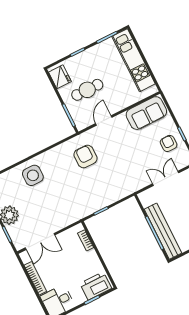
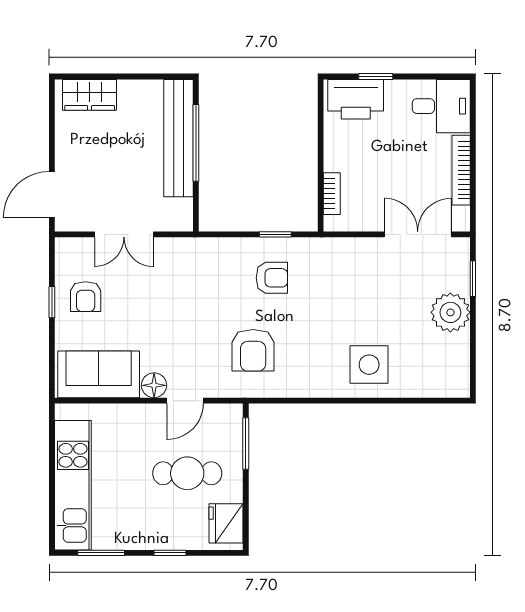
floor lamp: (120, 120) -> (154, 385), added
armchair: (93, 192) -> (272, 278), added

